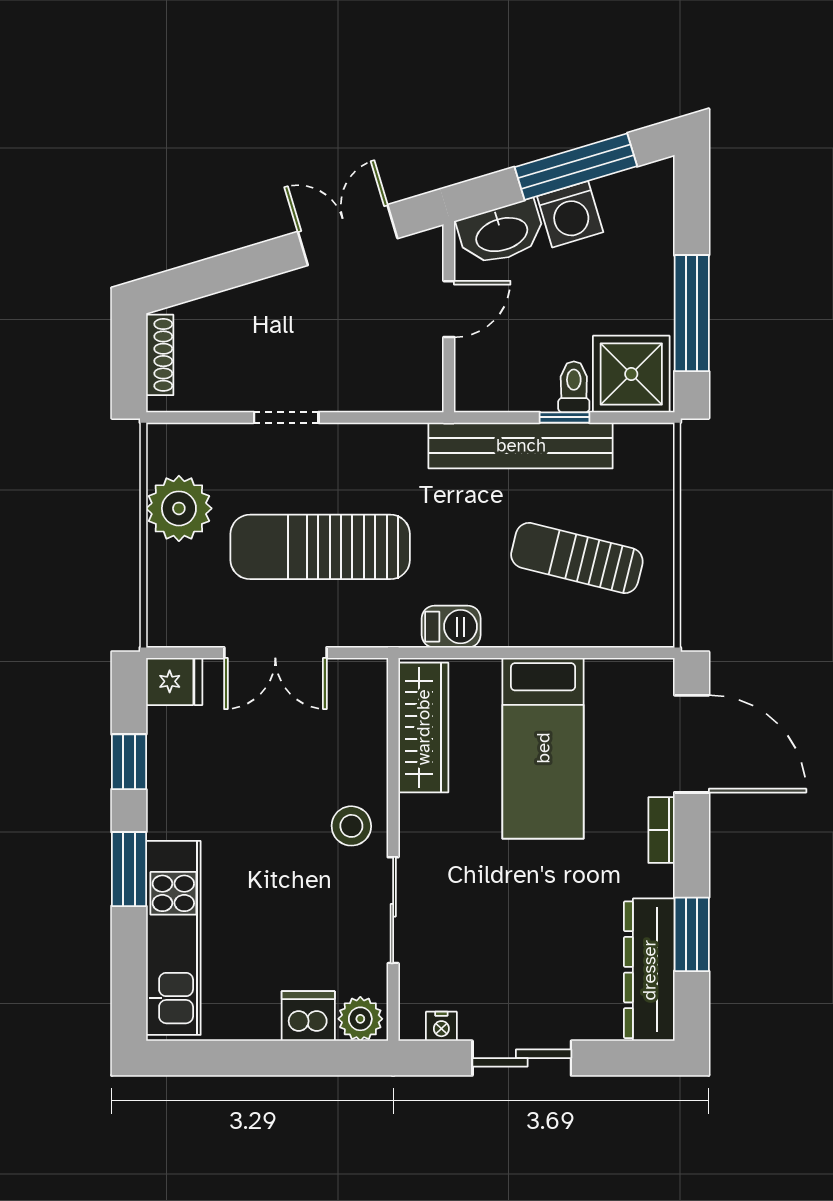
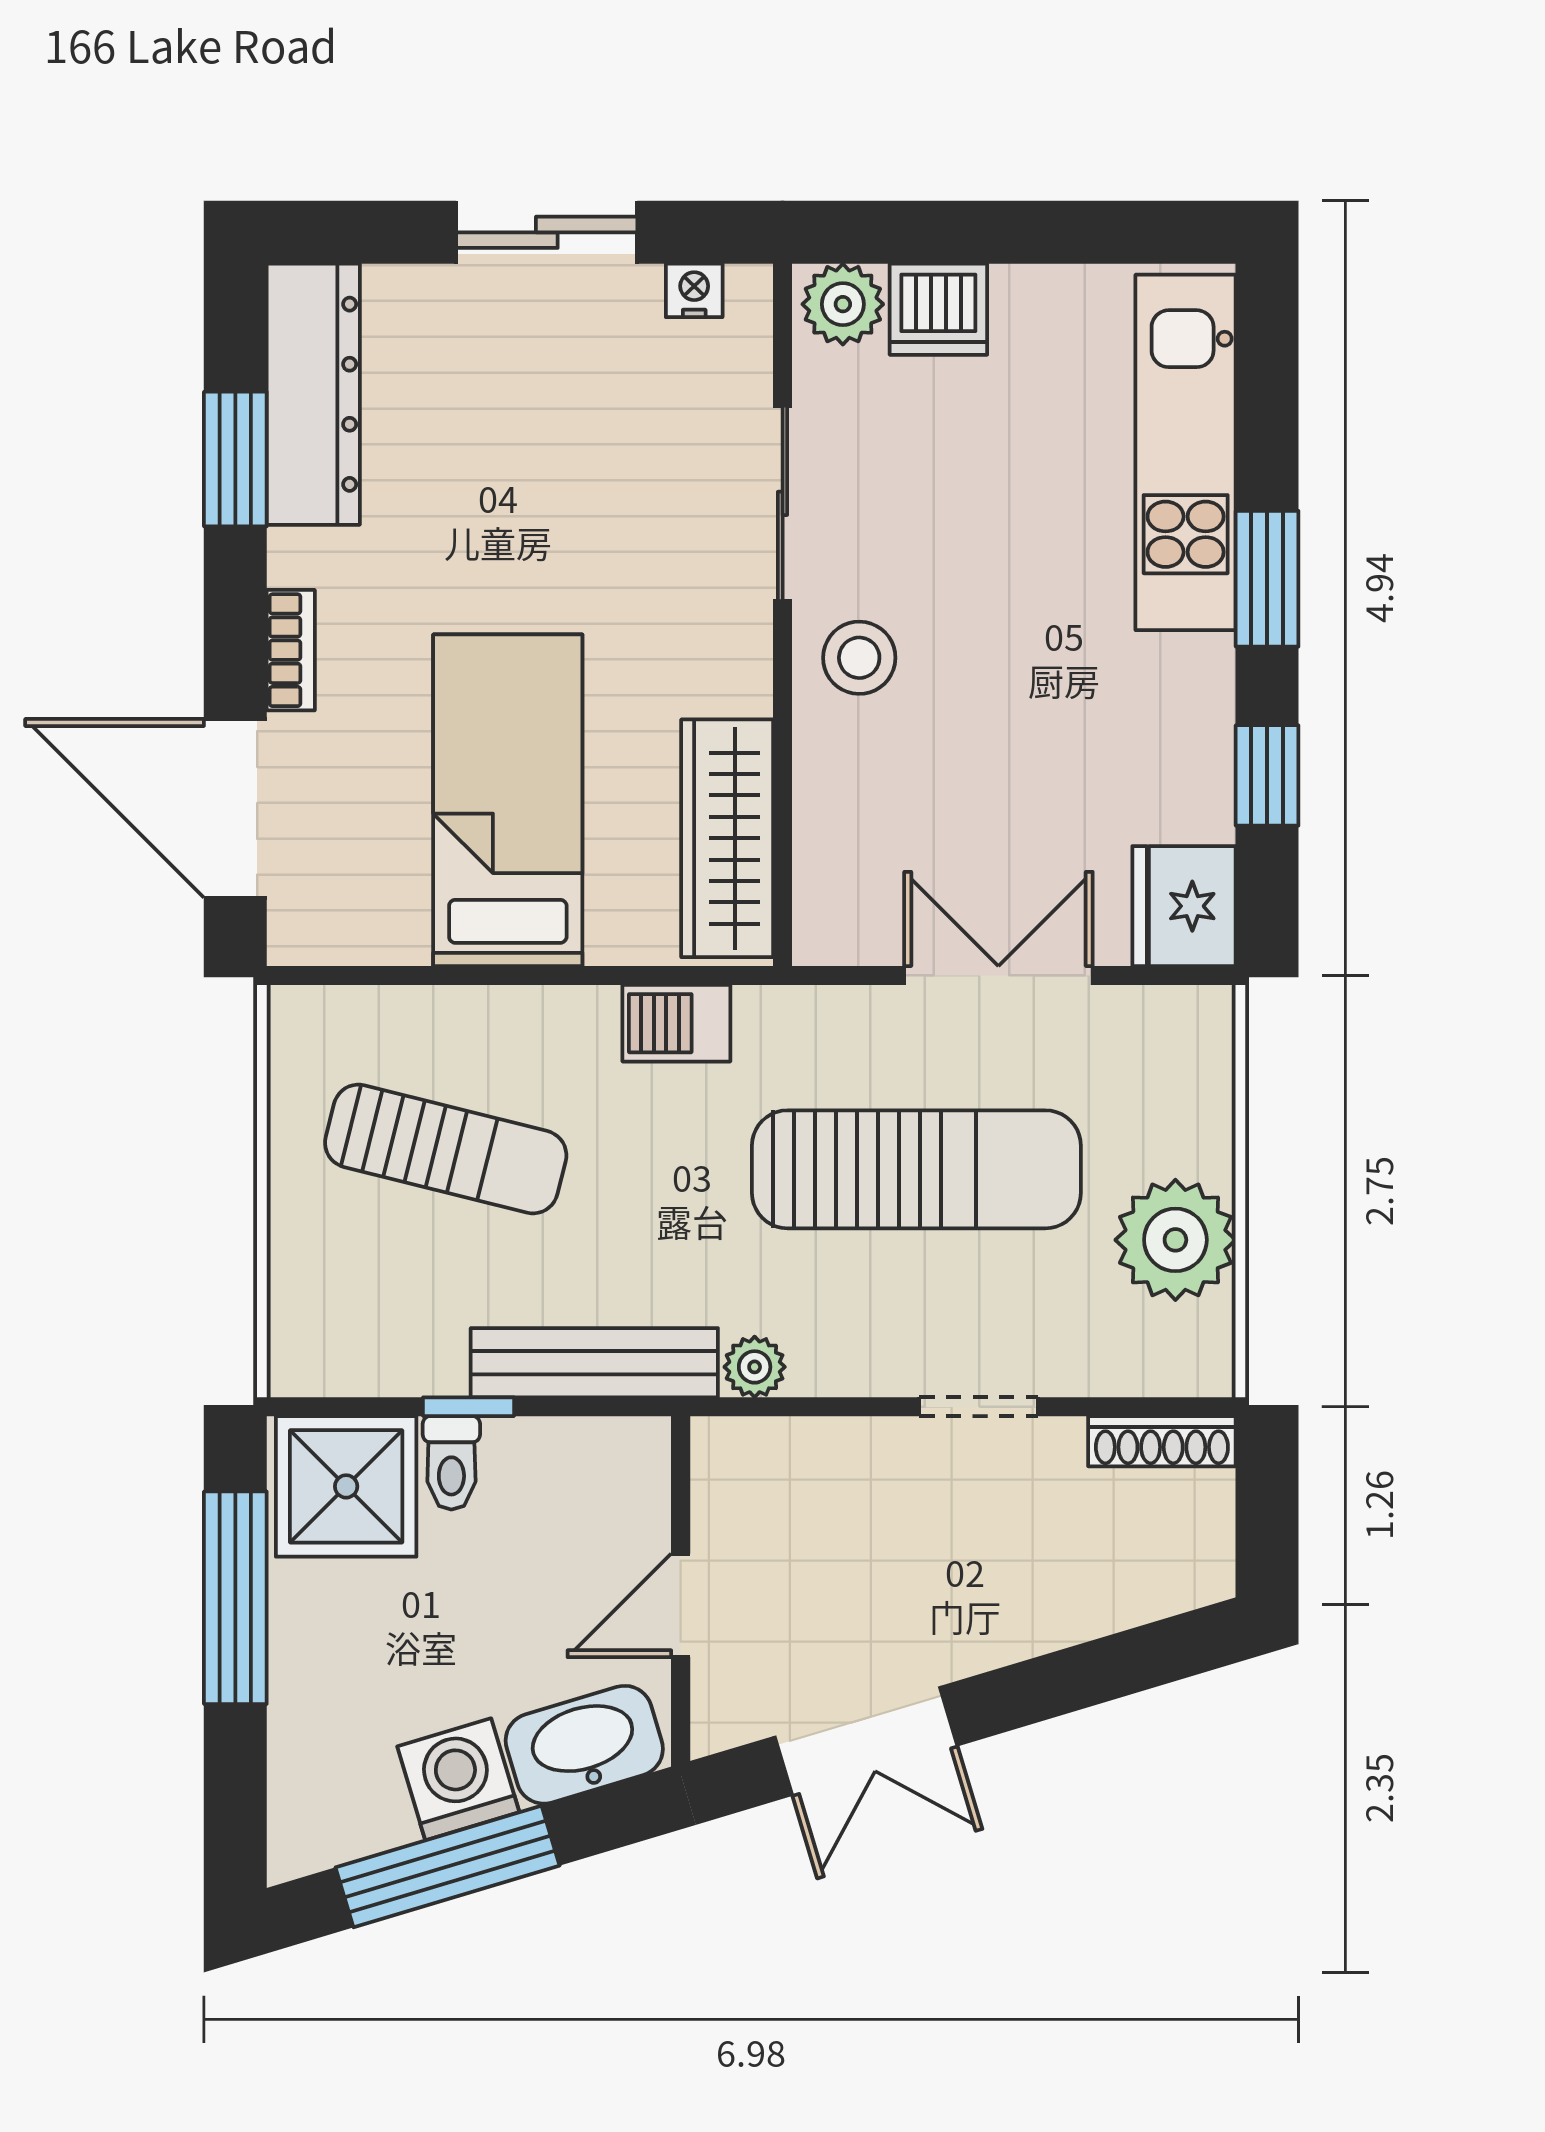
shoe rack: (160, 355) -> (1162, 1441), moved, turned -90
plant: (408, 439) -> (755, 1367), added
bench: (521, 445) -> (594, 1363), width x0.73, depth x0.82
fridge: (174, 681) -> (1184, 906), width x1.38

